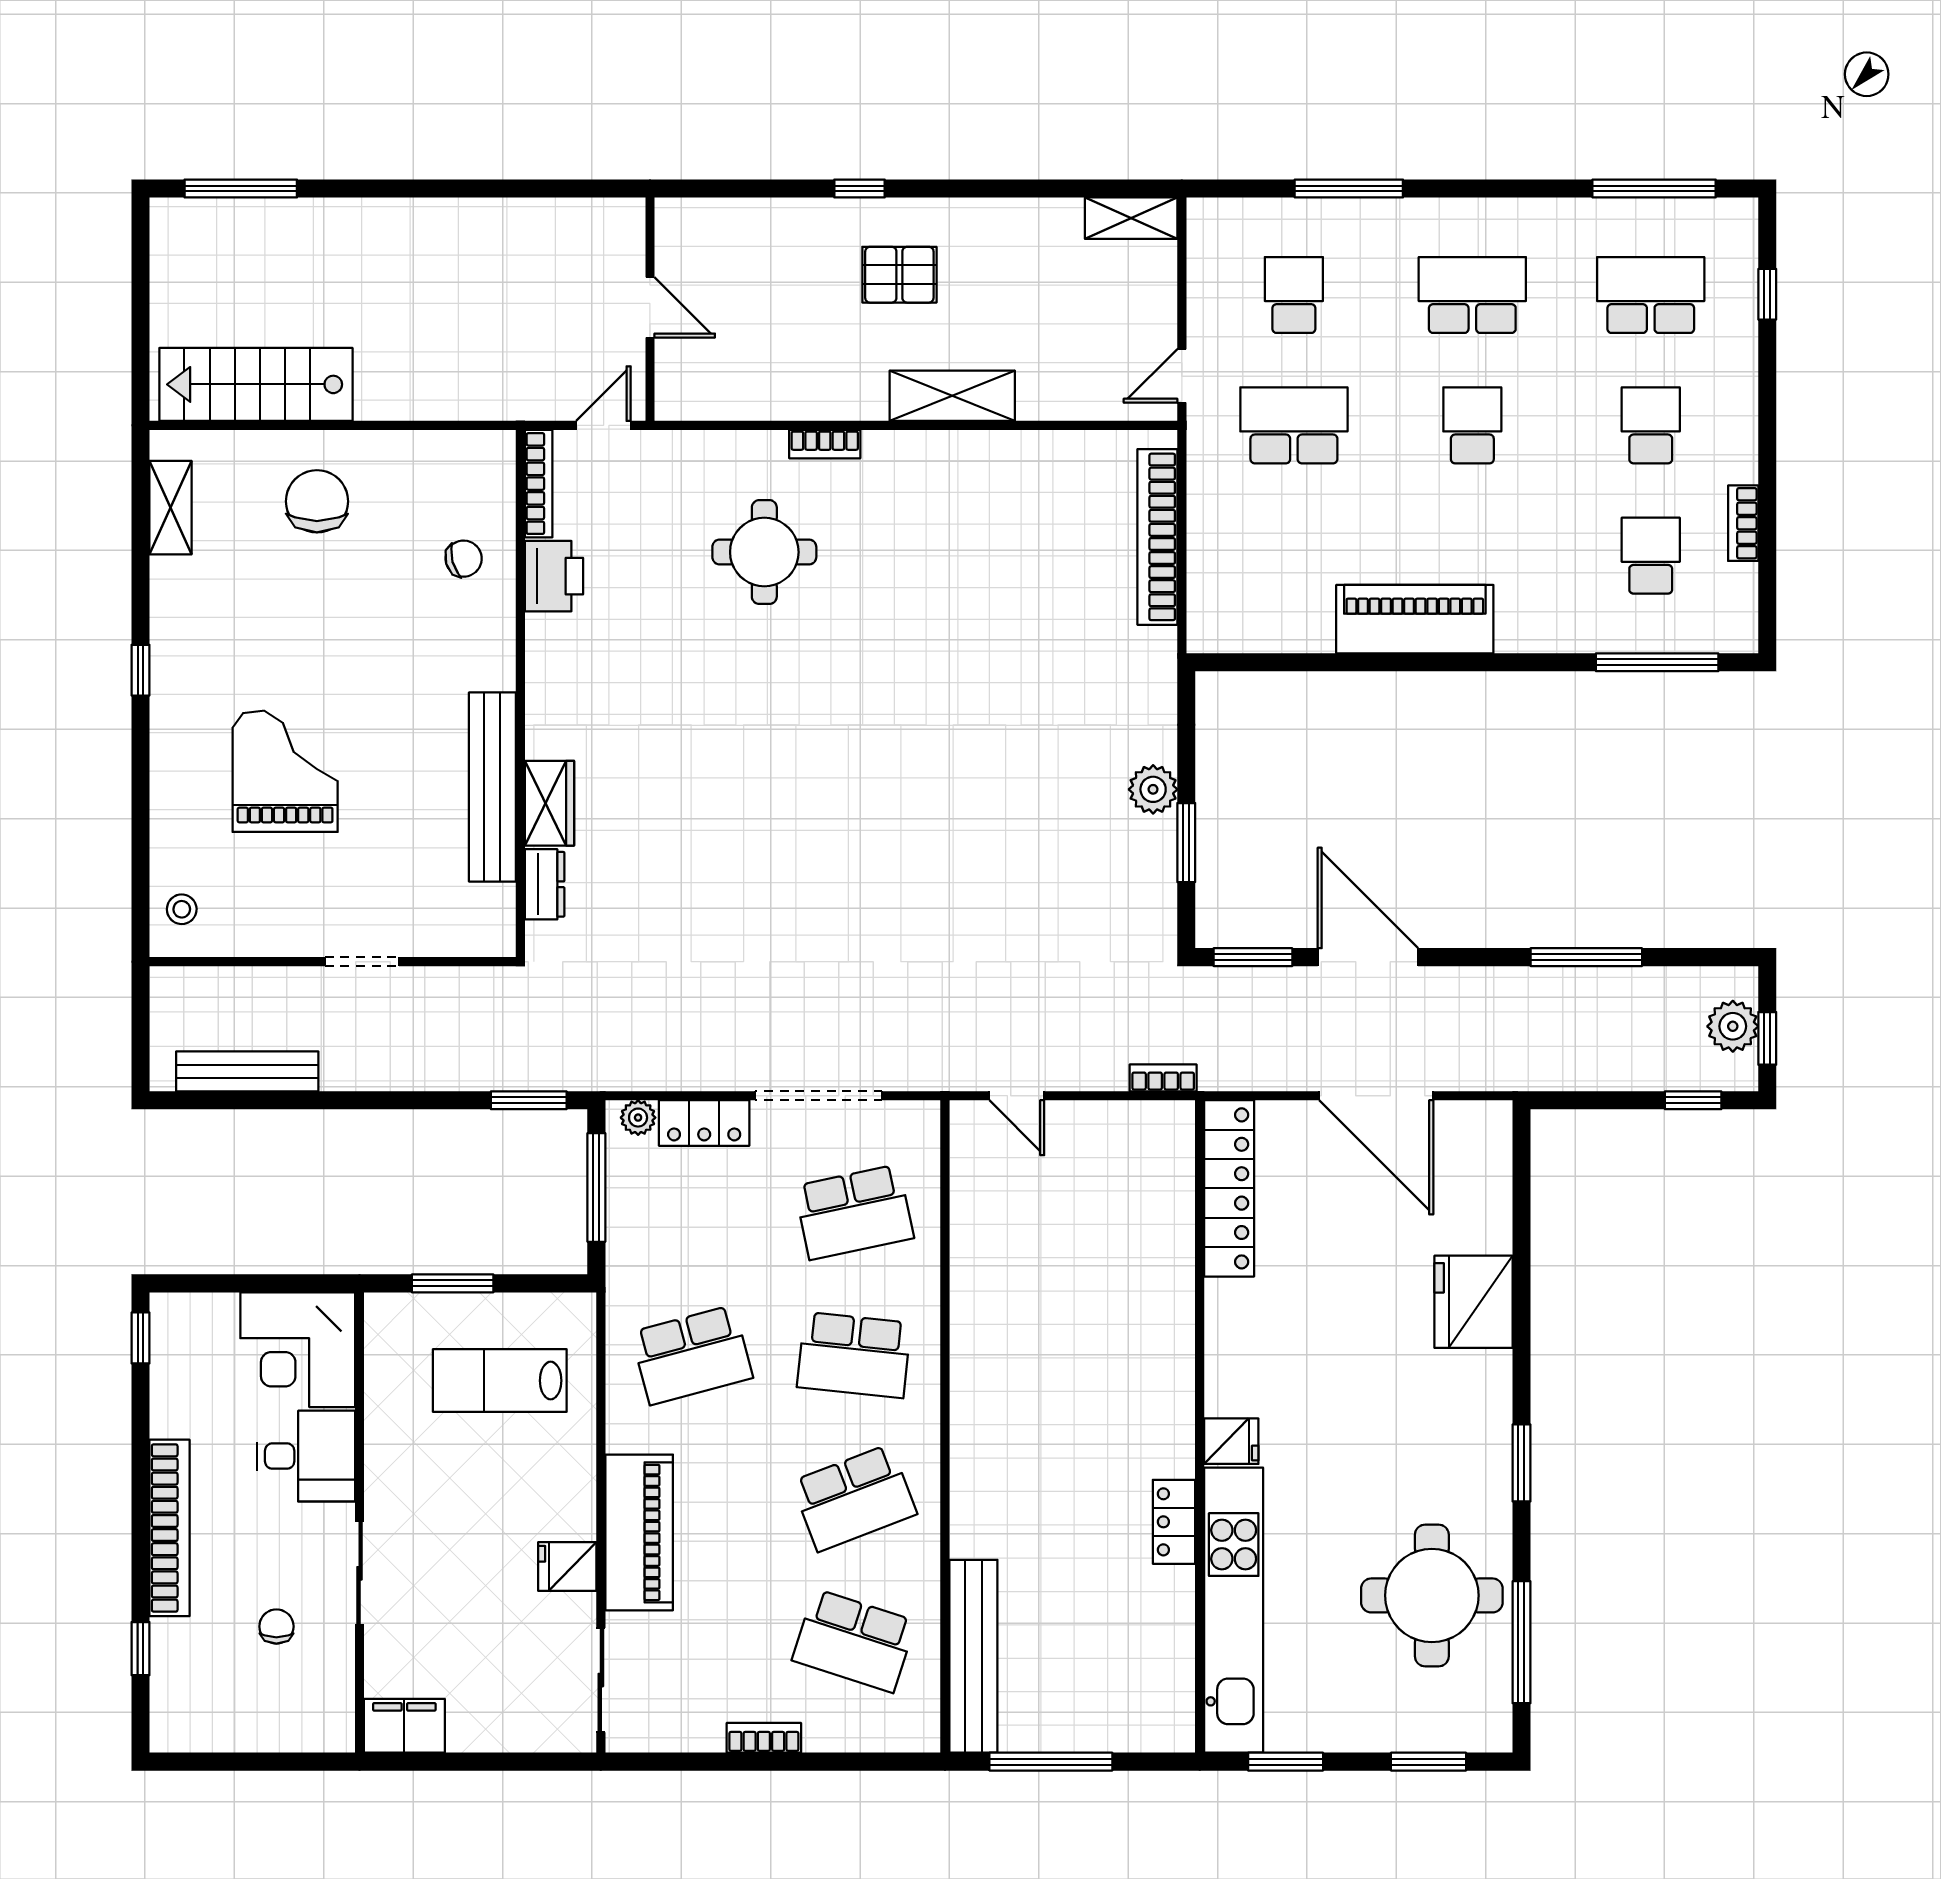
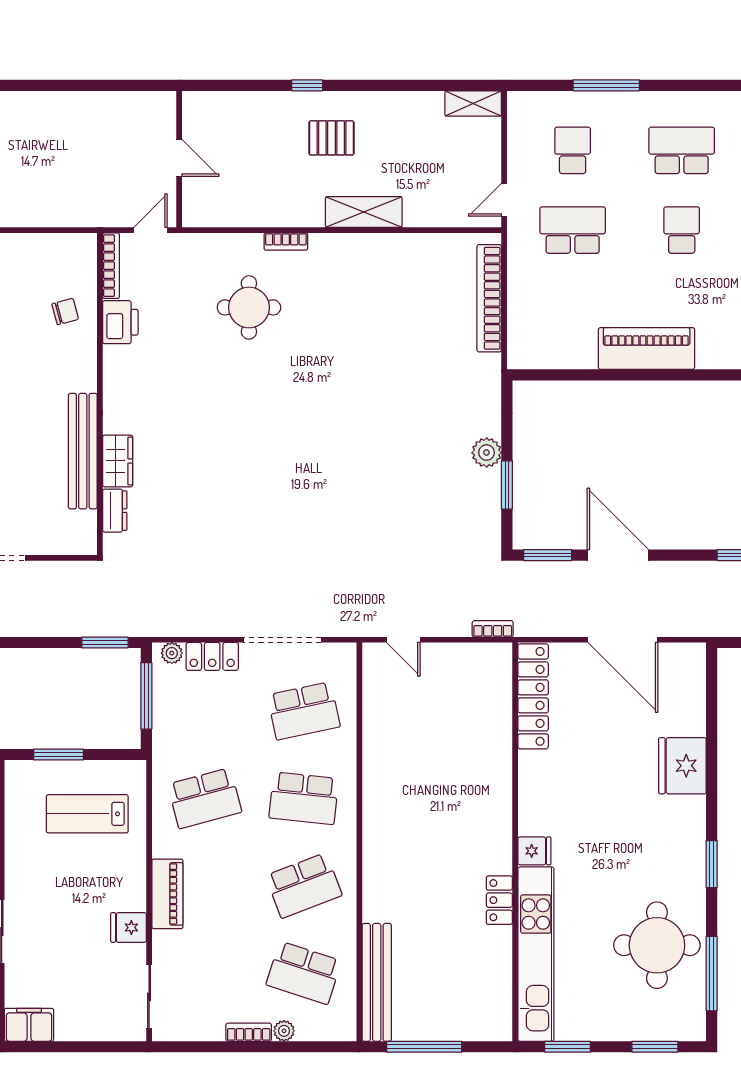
piano: (639, 1532) -> (167, 894), width x0.73, depth x0.75
plant: (822, 1736) -> (284, 1031), added

